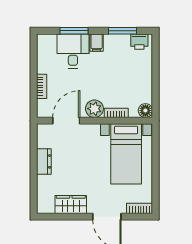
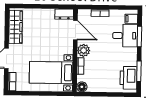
printer: (139, 42) -> (128, 78), width x1.87, depth x1.48
filing cabinet: (97, 43) -> (131, 19), moved
dresser: (44, 161) -> (64, 14), moved
wardrobe: (71, 204) -> (16, 27), width x1.50

